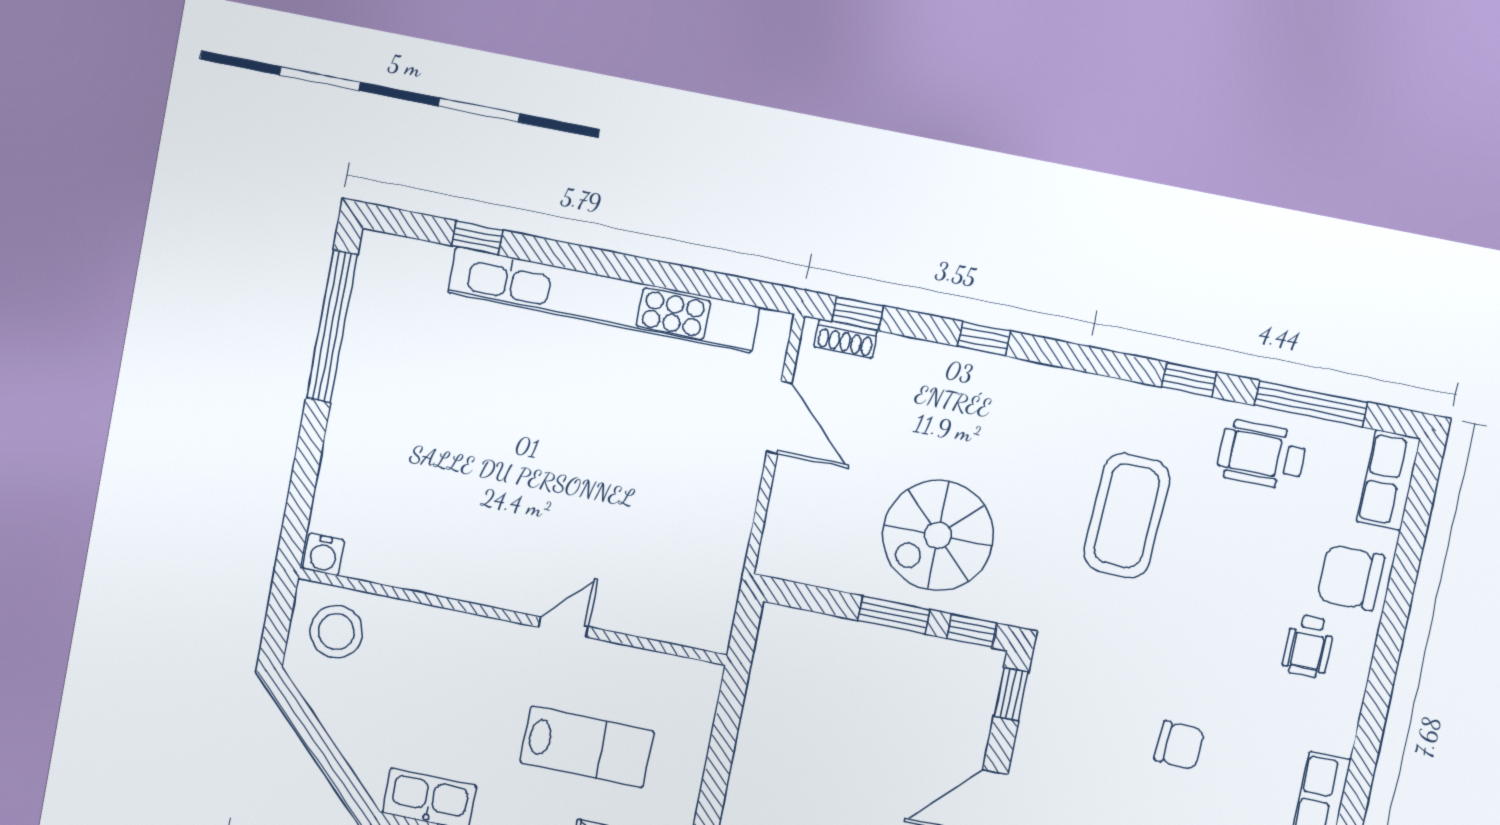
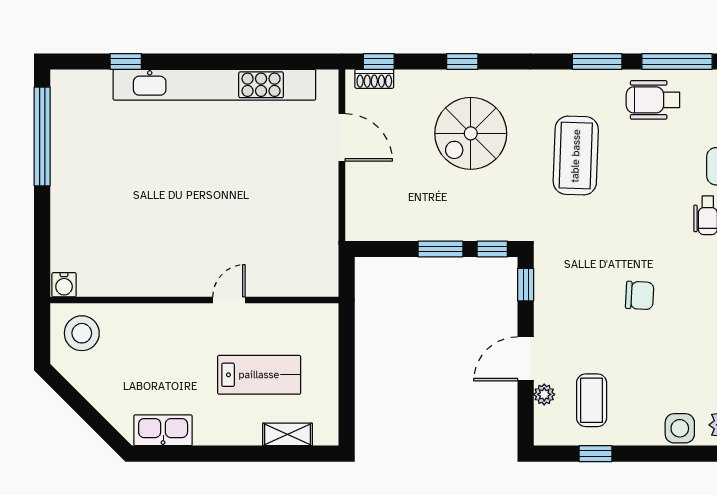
window: (1189, 379) -> (597, 61), width x1.50
spiral stairs: (938, 535) -> (471, 133), moved

